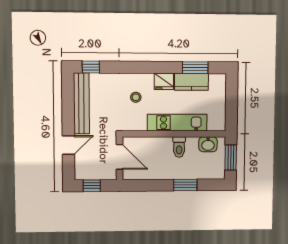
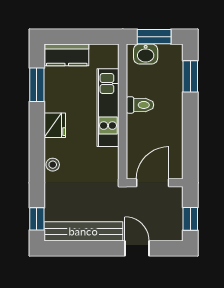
kitchen counter: (191, 82) -> (67, 55), moved, turned 90
stool: (136, 97) -> (53, 165), moved
washbasin: (208, 144) -> (146, 54), moved, turned 90
window: (185, 185) -> (190, 76), moved

